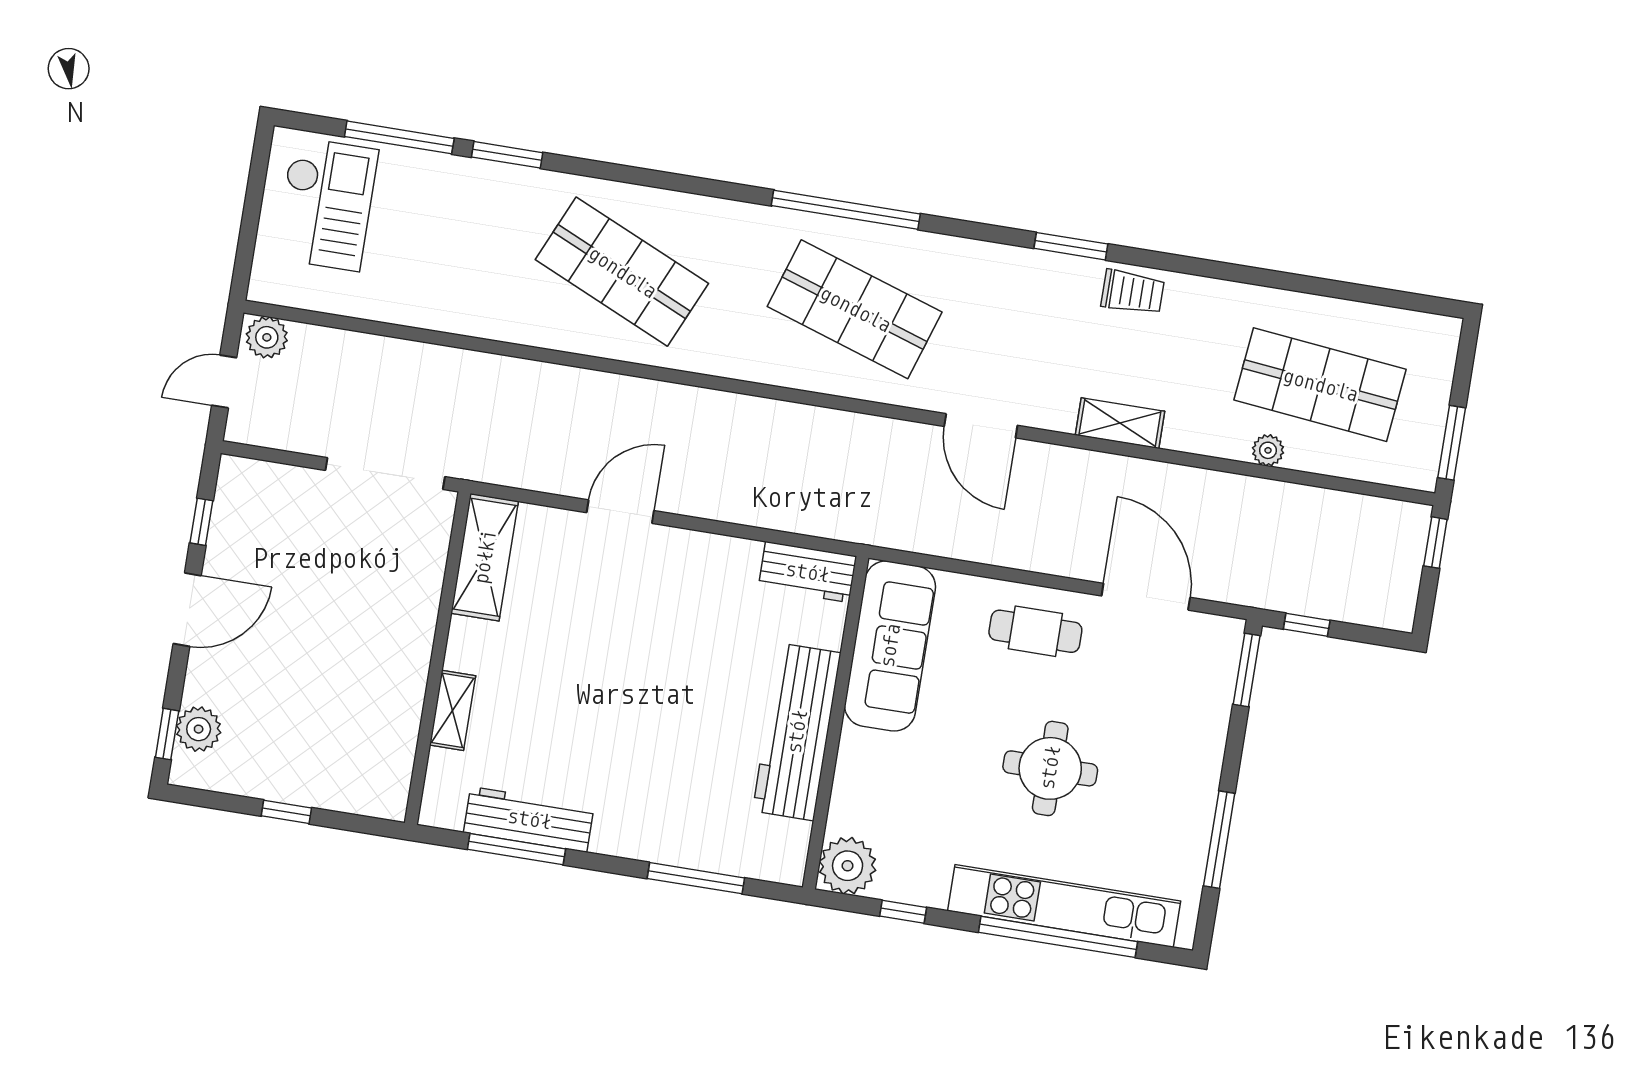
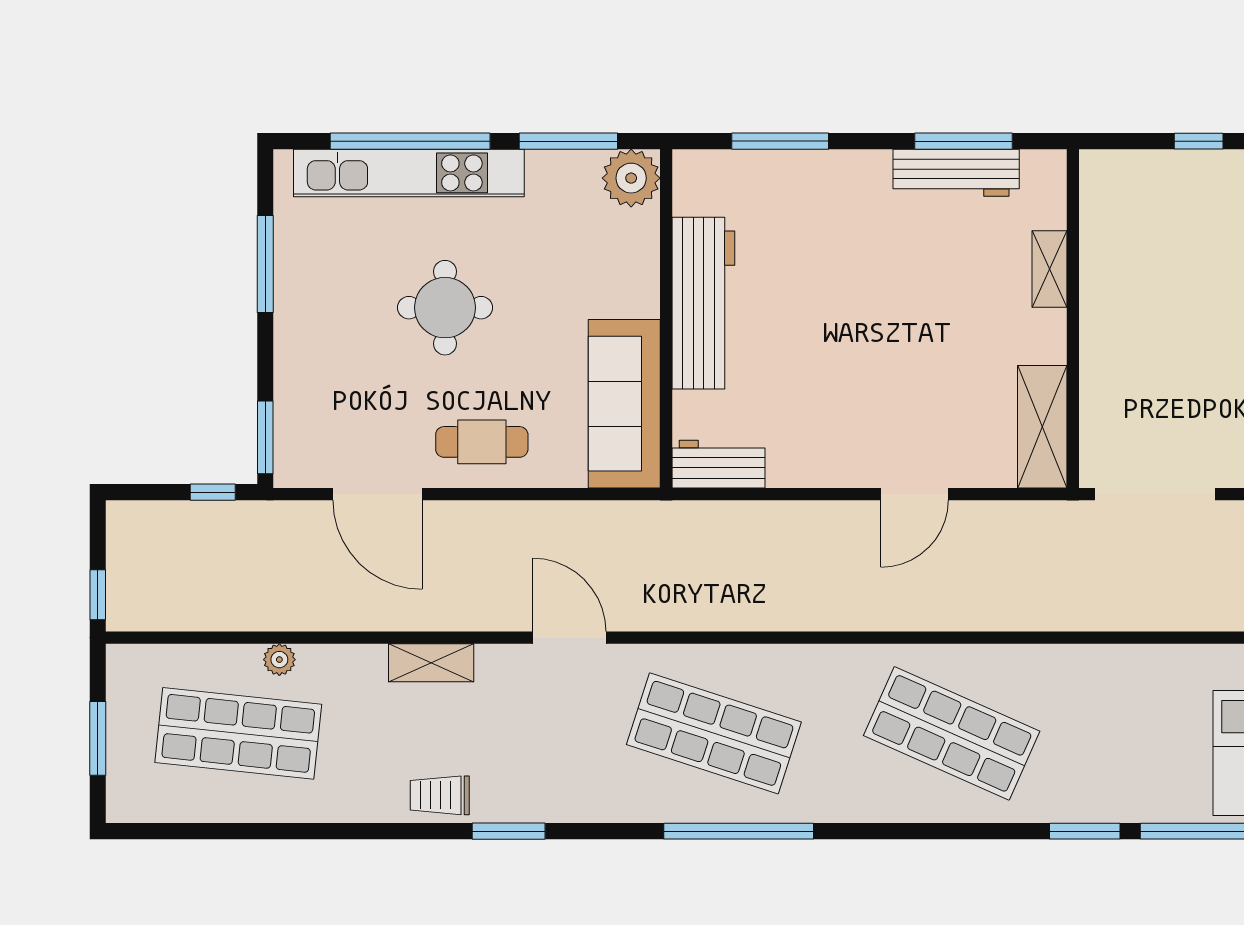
window: (1452, 443) -> (98, 738), moved
window: (903, 912) -> (568, 141), width x2.17

